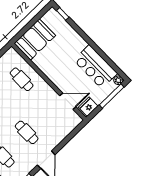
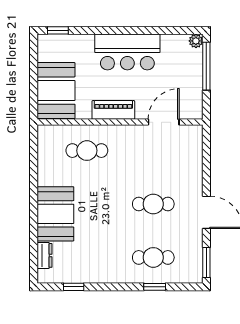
bar counter: (95, 67) -> (127, 52), moved
piano: (51, 73) -> (113, 110), added
fridge: (88, 107) -> (193, 105), removed

